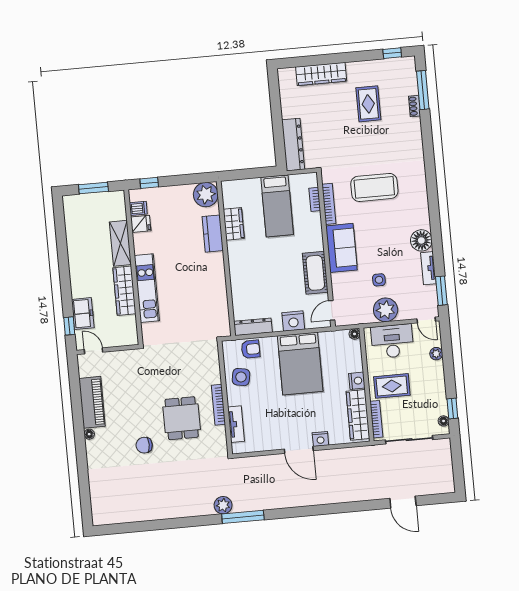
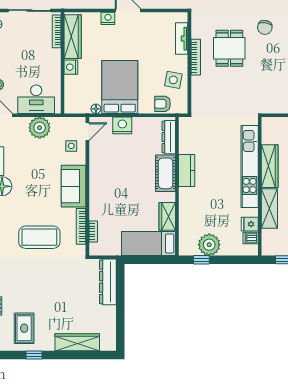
window: (392, 53) -> (34, 355), moved
rug: (368, 104) -> (24, 328), moved
window: (149, 183) -> (201, 260), moved
plant: (206, 195) -> (209, 245), moved
bed: (277, 206) -> (148, 244), moved, turned -90
kitchen counter: (213, 234) -> (187, 171), moved
cot: (315, 273) -> (166, 173), moved
side table: (379, 280) -> (71, 146), moved
kitchen unit: (147, 288) -> (250, 167), width x1.36
dresser: (253, 327) -> (169, 137), moved, turned 90
floor lamp: (355, 334) -> (96, 109), moved
rug: (392, 386) -> (40, 60), removed
chair: (144, 445) -> (265, 27), turned 99

